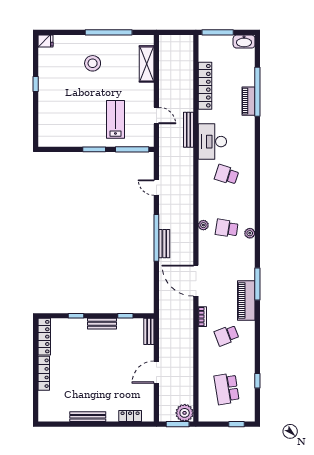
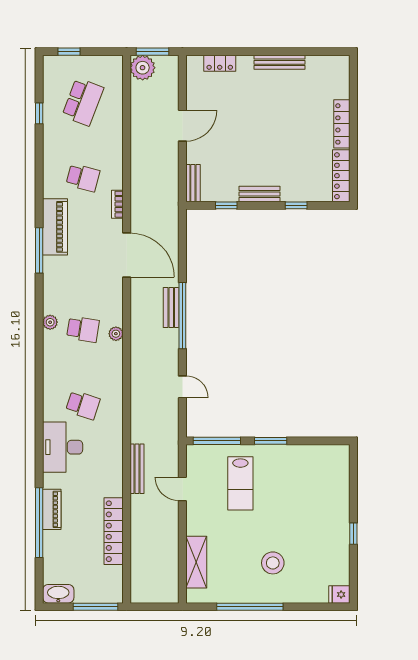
desk: (212, 142) -> (63, 447), moved, turned 180
school desk: (227, 335) -> (83, 178), turned 36
school desk: (227, 389) -> (83, 102), turned 30

